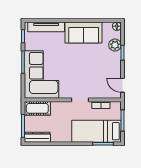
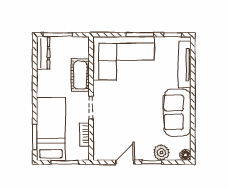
door: (122, 85) -> (125, 162), moved
cot: (37, 108) -> (80, 75), moved

